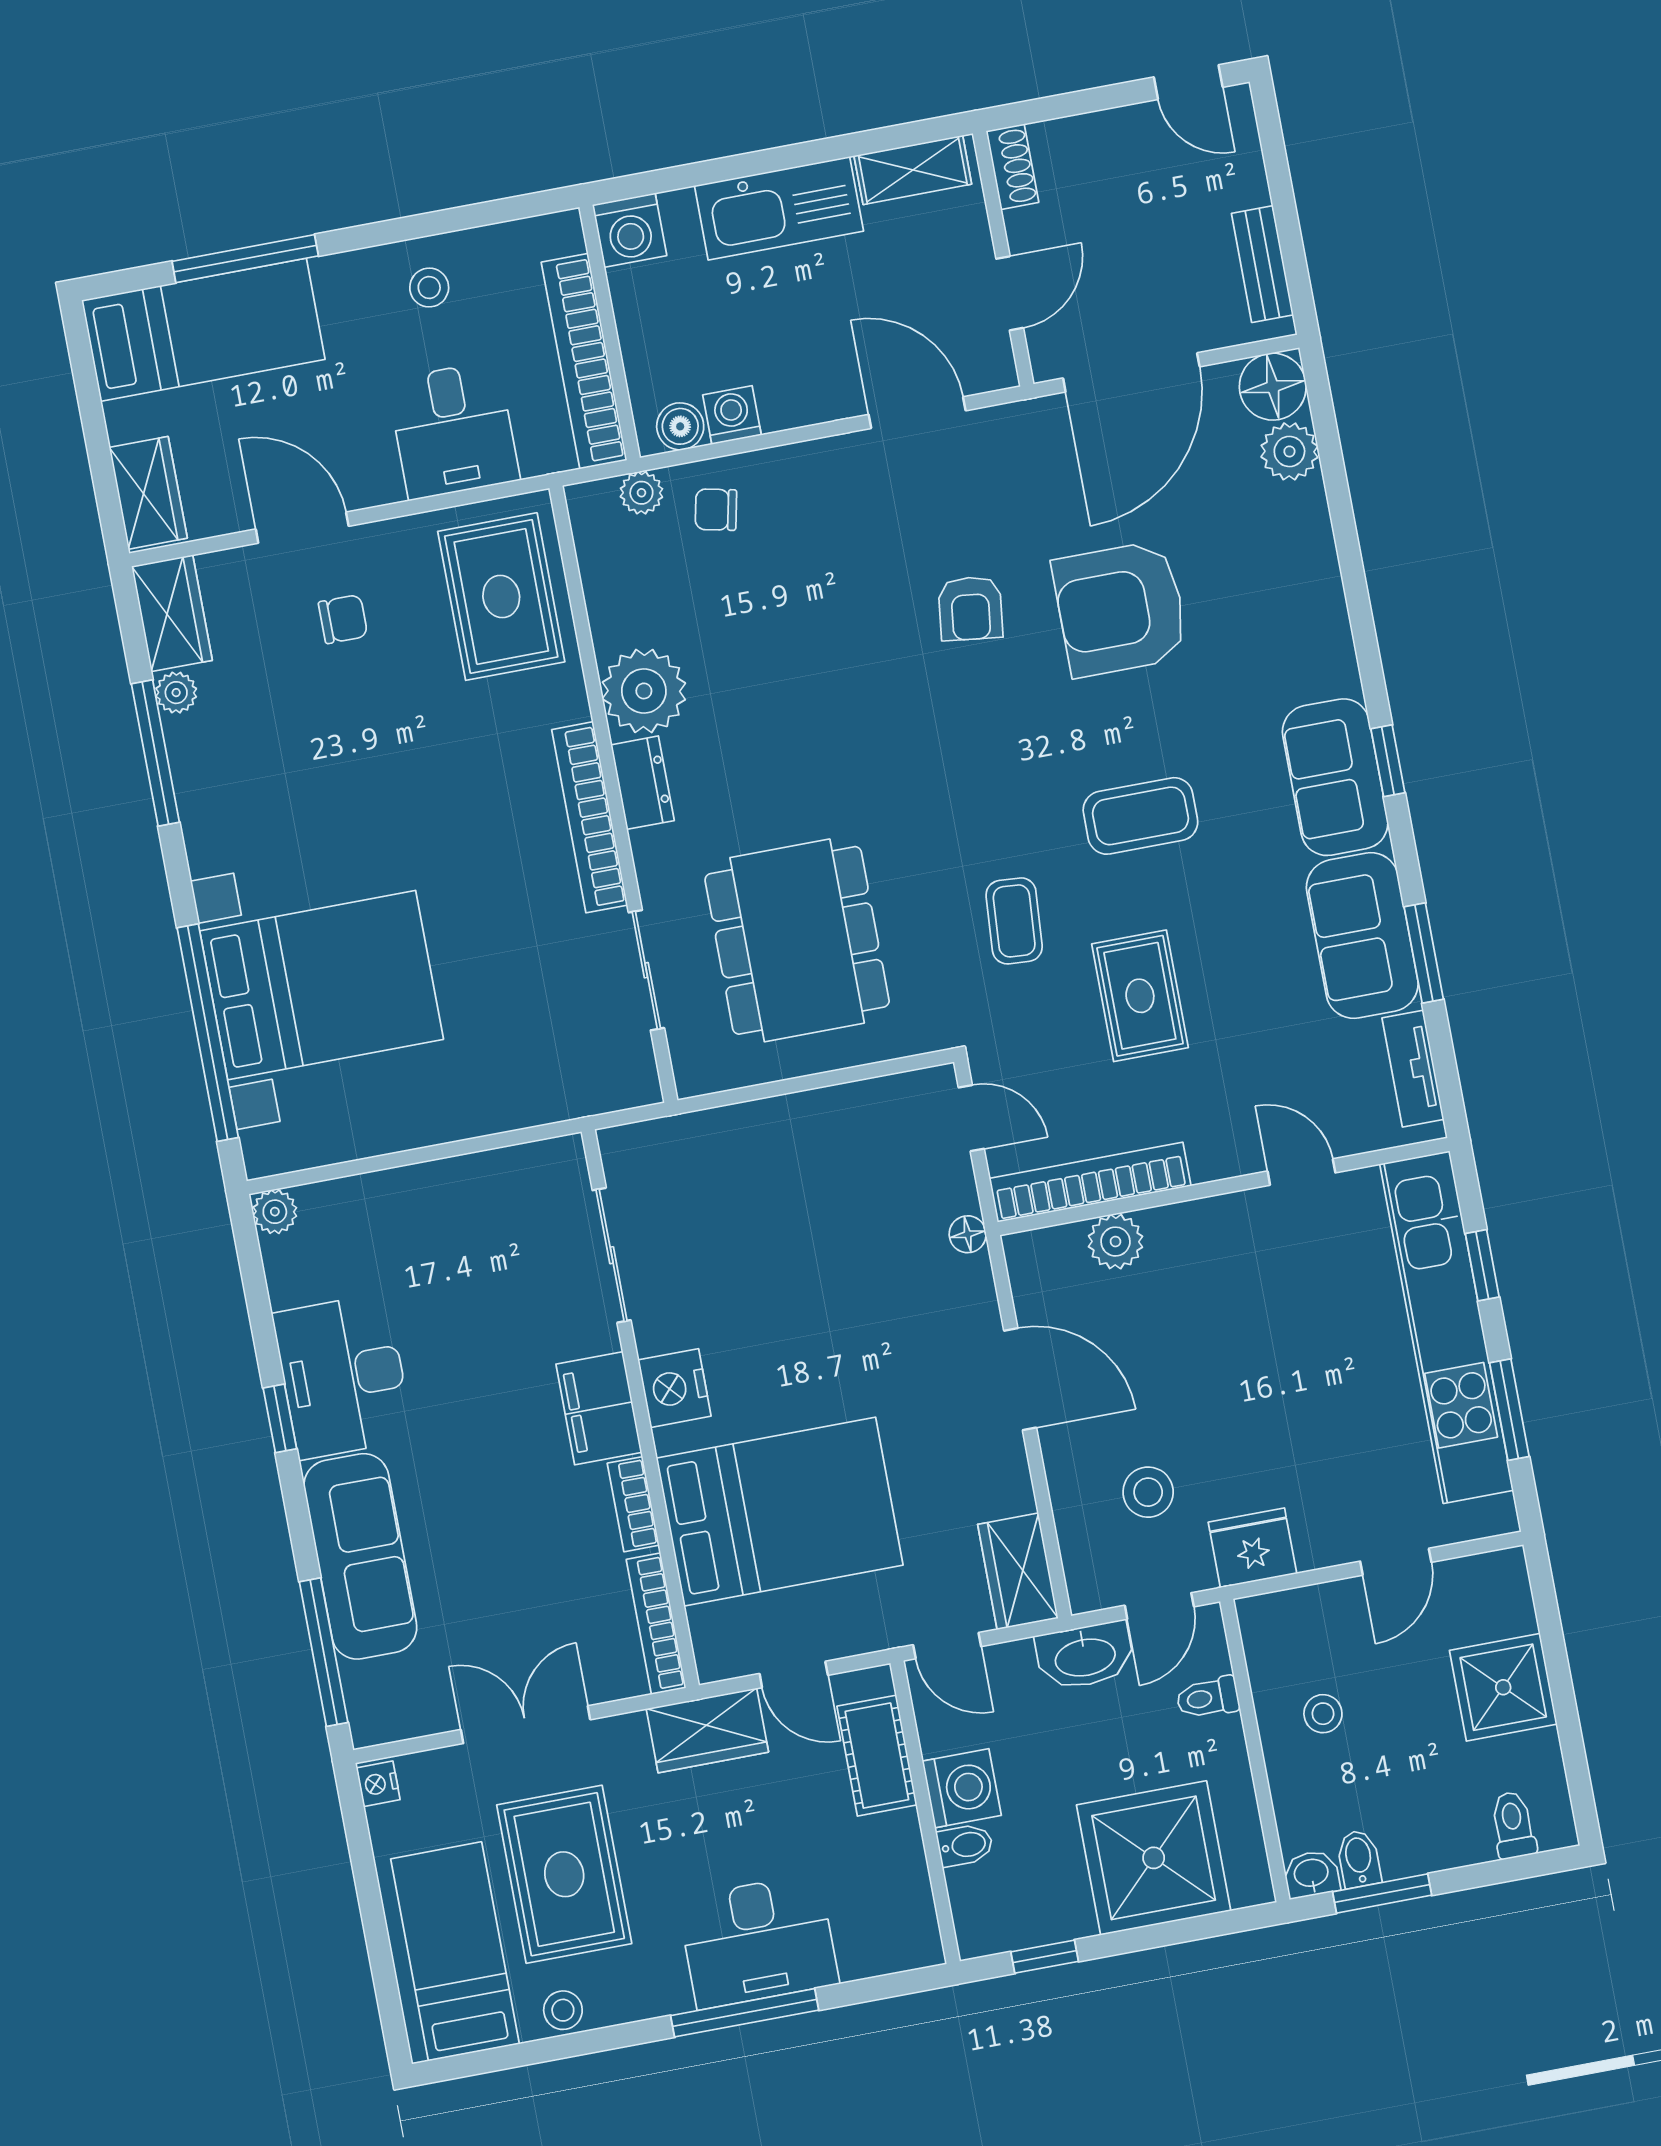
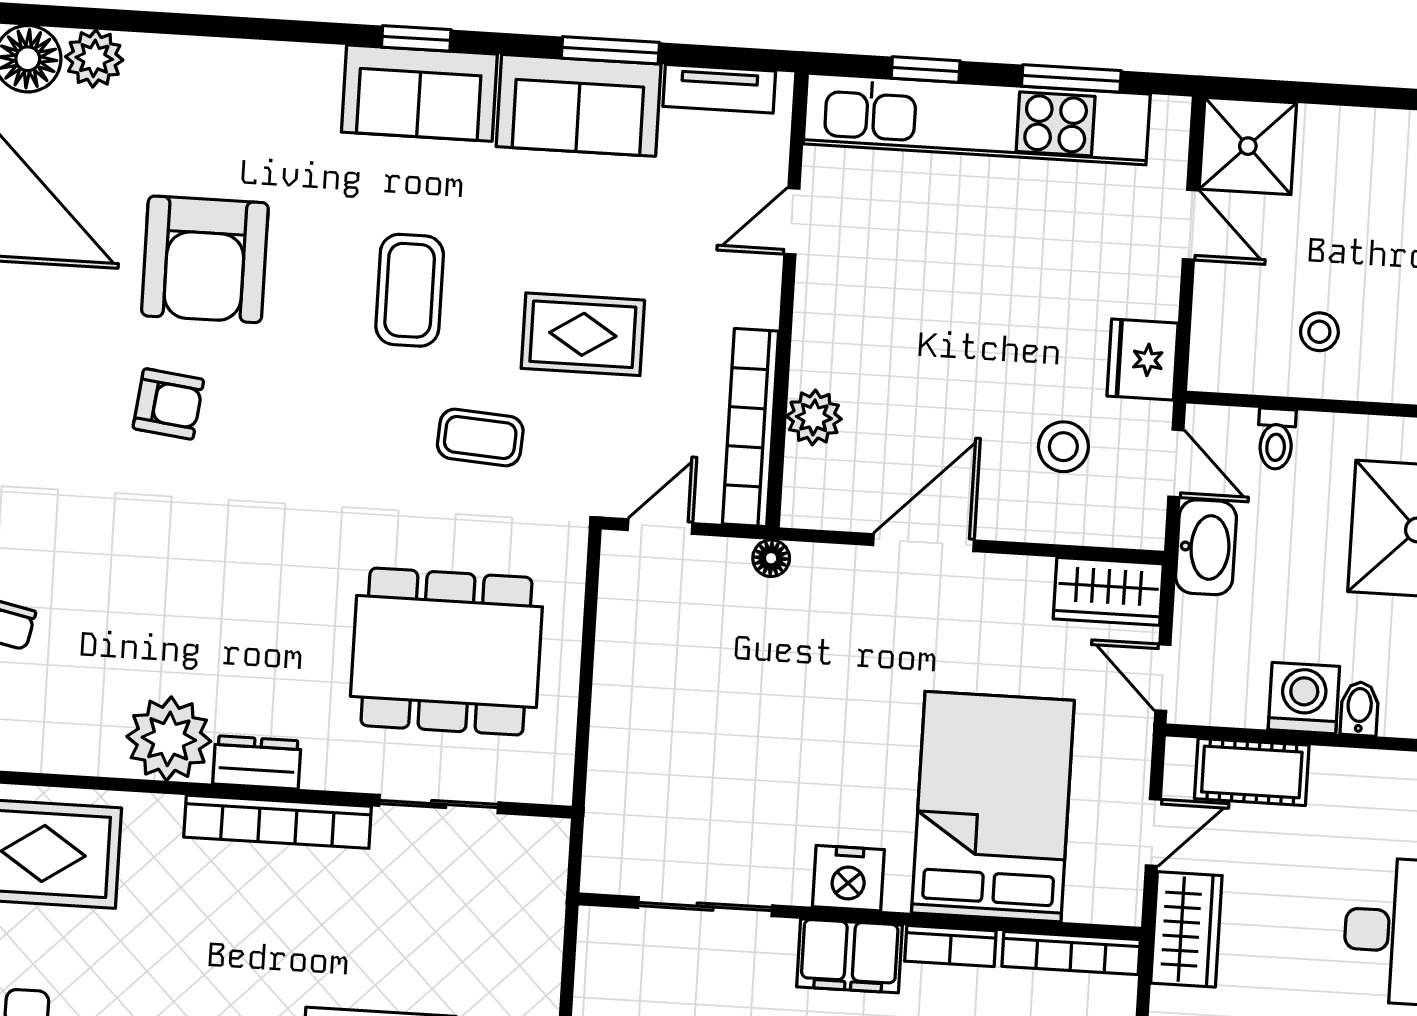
door: (947, 1646) -> (1163, 678), swing flipped
shower: (1503, 1687) -> (1248, 146), moved

